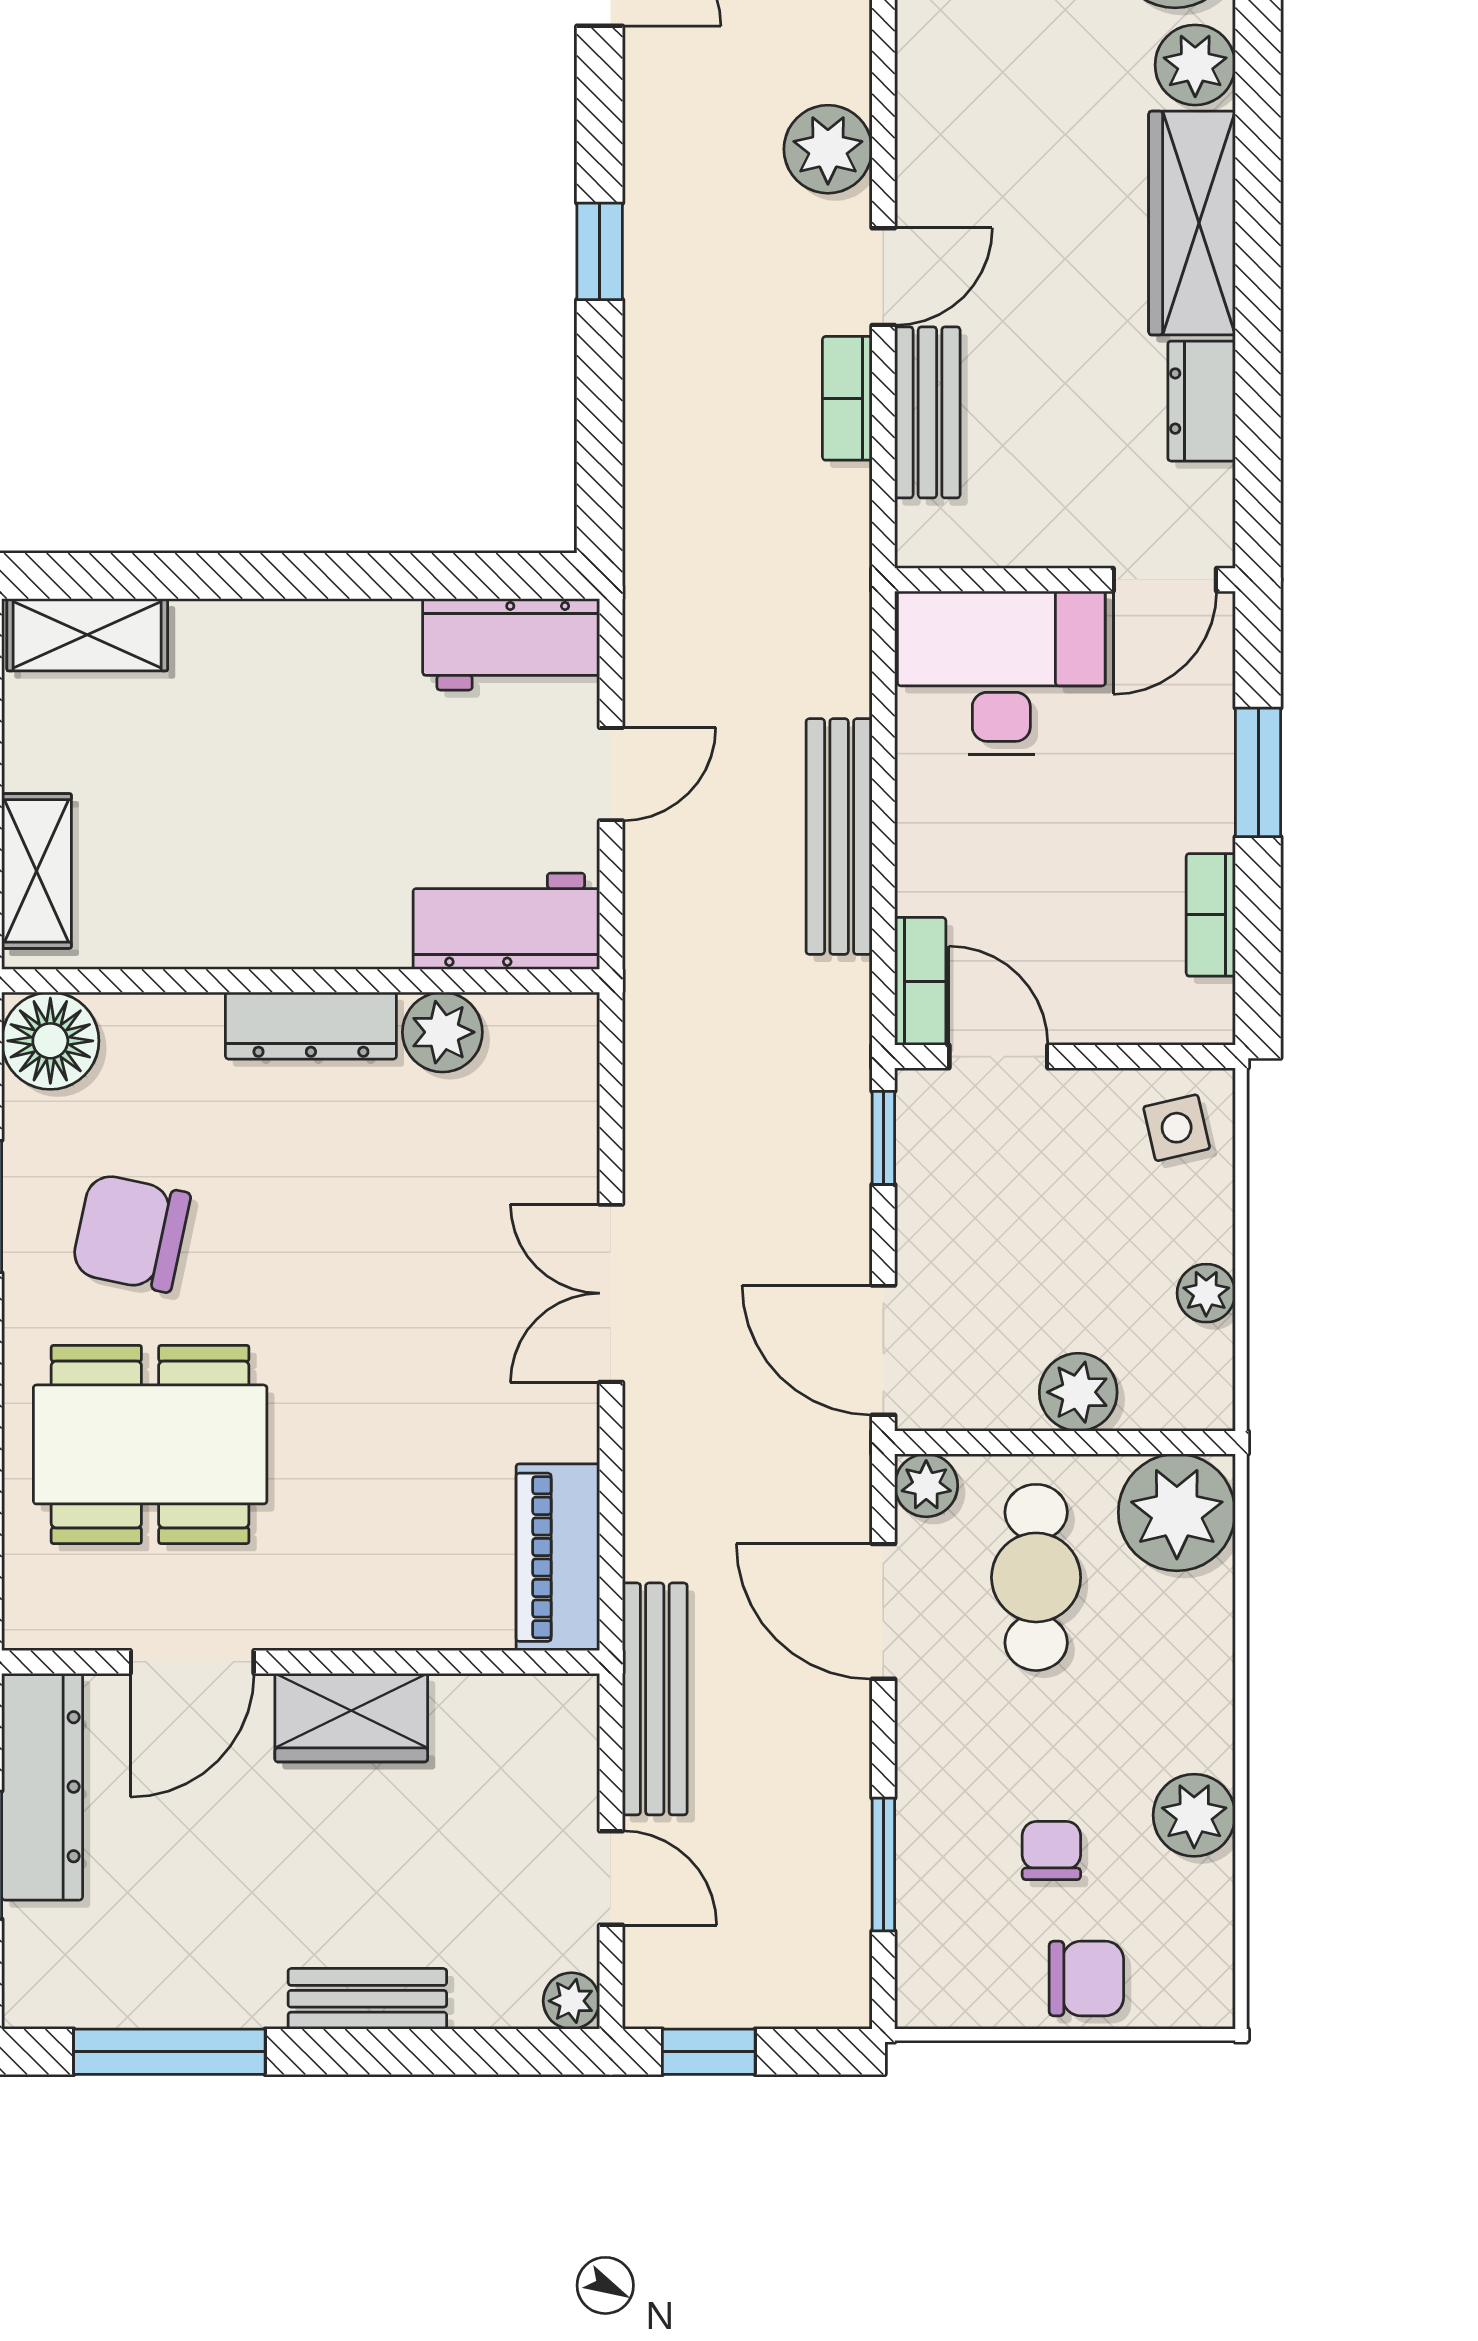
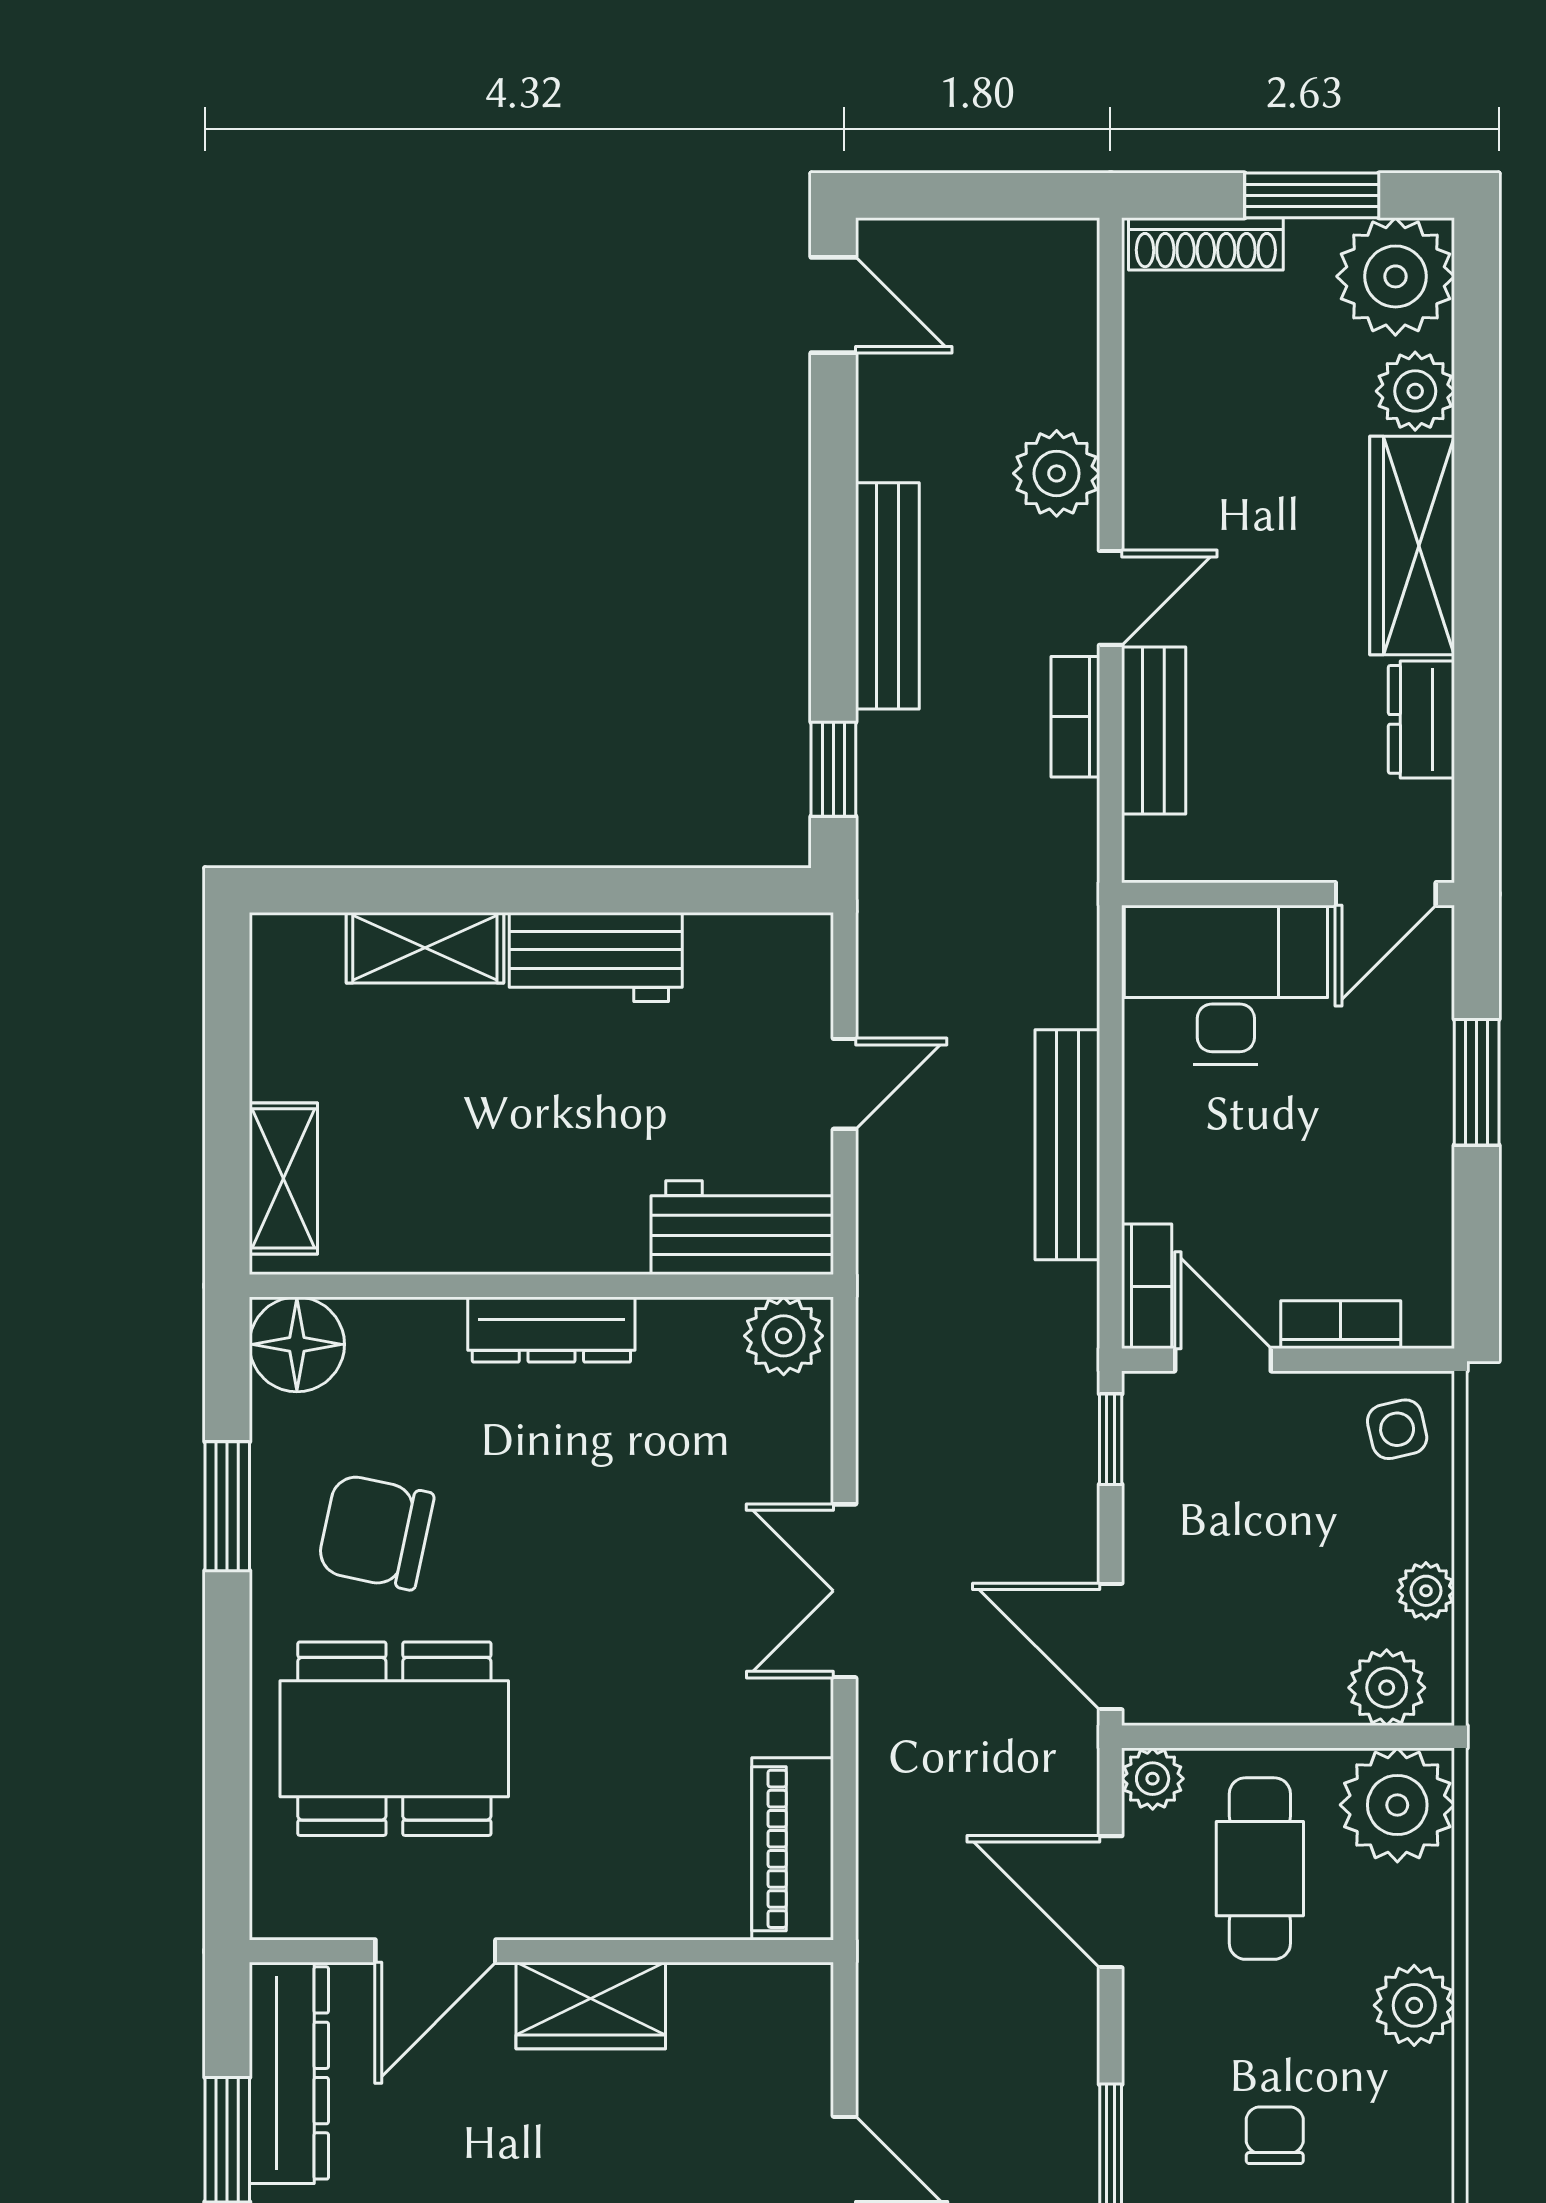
window: (600, 251) -> (833, 769), moved
shelving: (87, 635) -> (425, 948), moved
workbench: (511, 644) -> (596, 957), moved
bookcase: (1211, 915) -> (1341, 1325), moved, turned 90
plant: (442, 1032) -> (784, 1336), moved
plant: (1078, 1392) -> (1387, 1688), moved
bench: (655, 1699) -> (887, 596), moved
plant: (1194, 1815) -> (1414, 2005), moved

